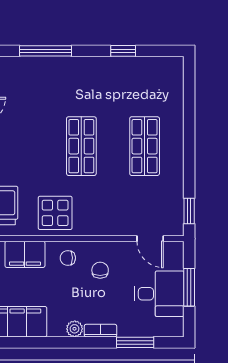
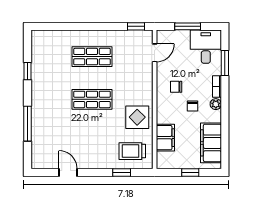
chair: (68, 258) -> (193, 106), moved
desk: (159, 294) -> (206, 47), moved

